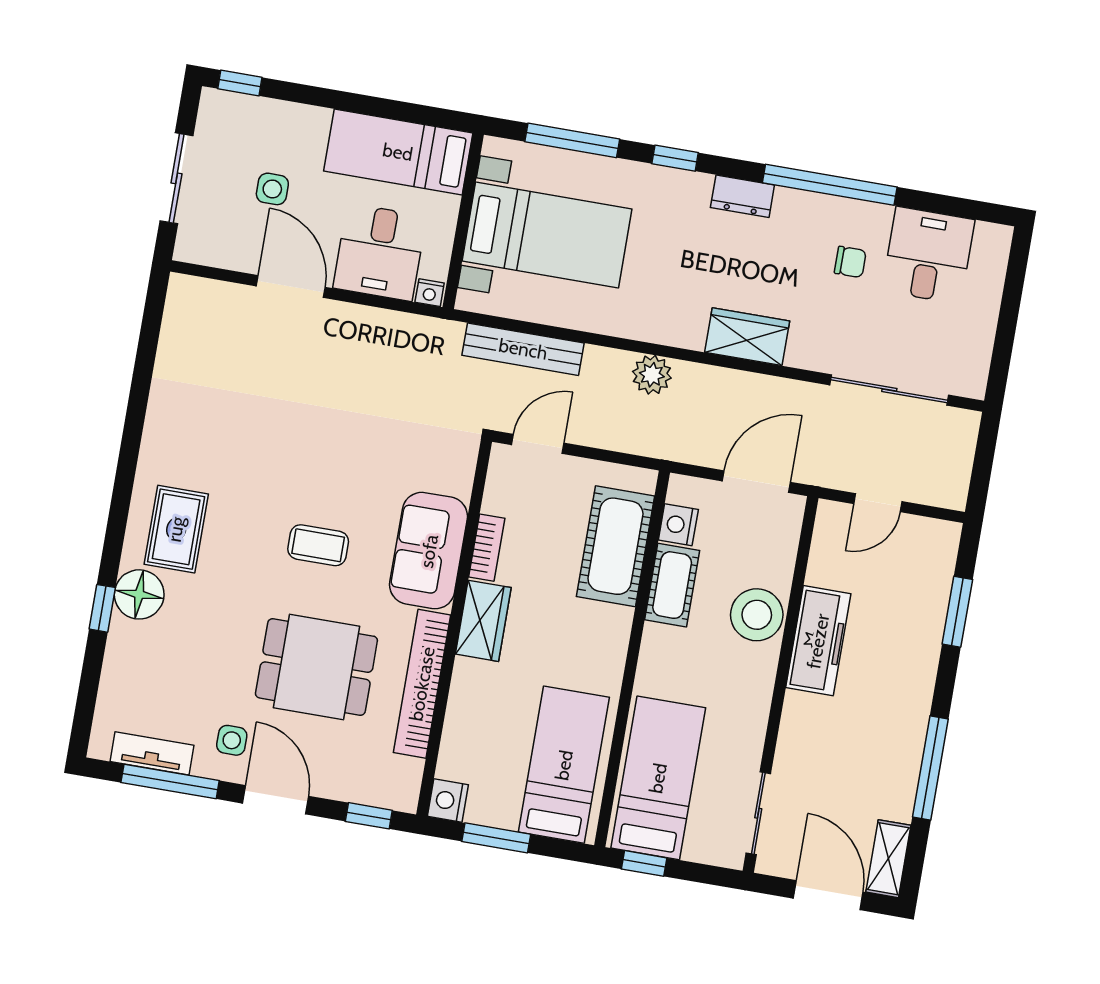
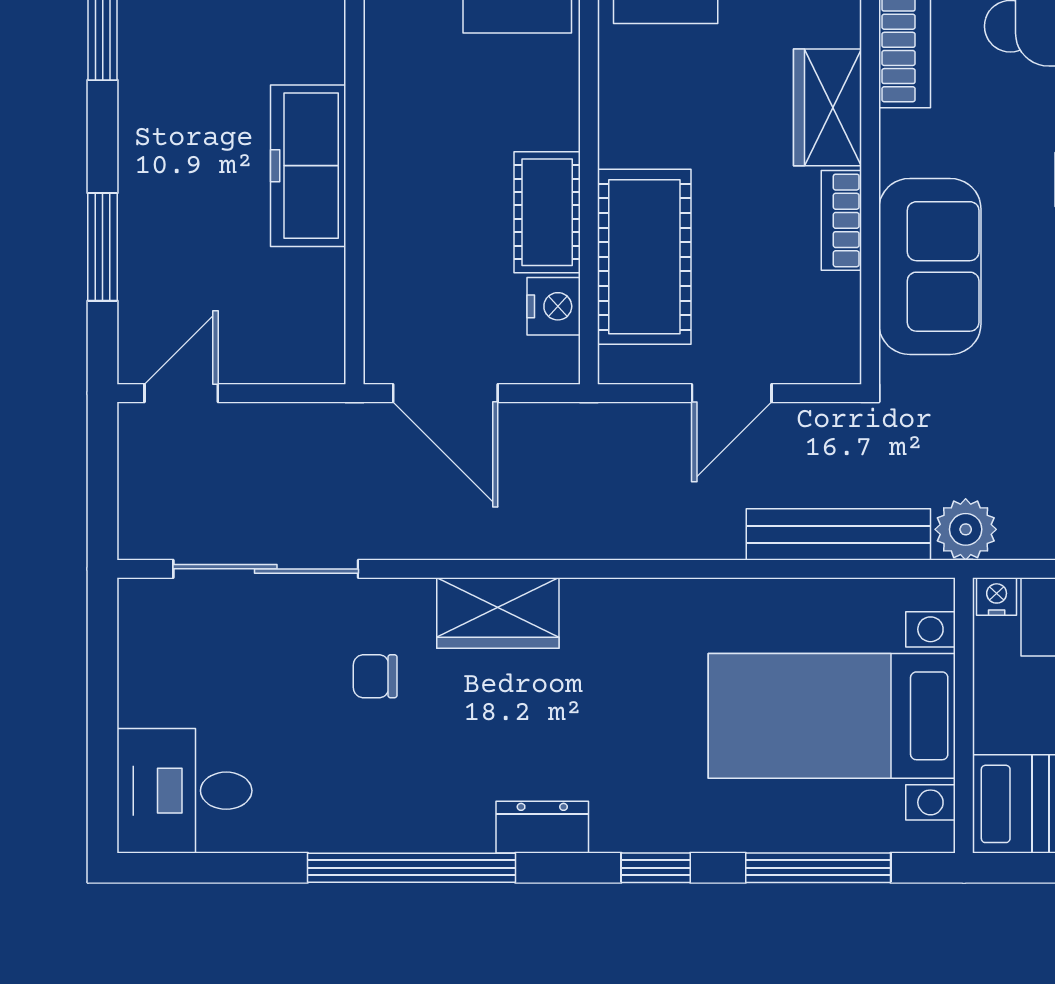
desk: (928, 255) -> (184, 791), moved, turned 90
chair: (850, 262) -> (375, 676), moved
plant: (652, 375) -> (966, 529), moved
door: (538, 444) -> (732, 393), moved
door: (756, 482) -> (445, 393), hinge flipped
door: (878, 503) -> (181, 393), moved
sofa: (429, 551) -> (930, 266), moved
stool: (757, 615) -> (409, 189), removed

